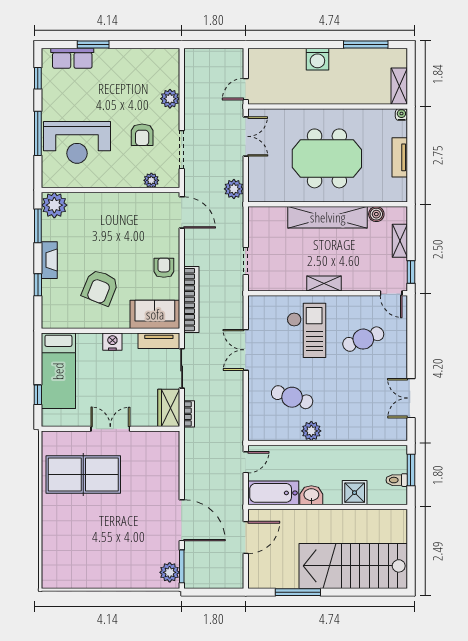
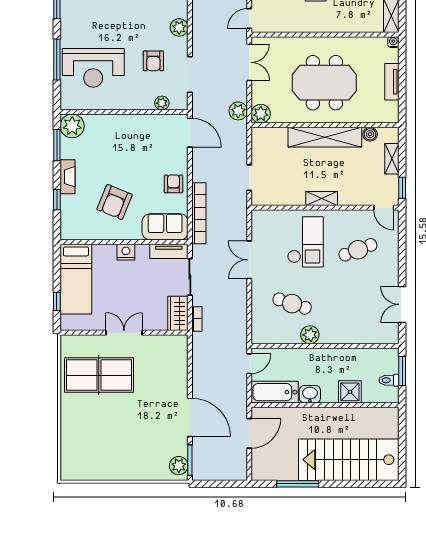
plant: (258, 192) -> (261, 114), added

